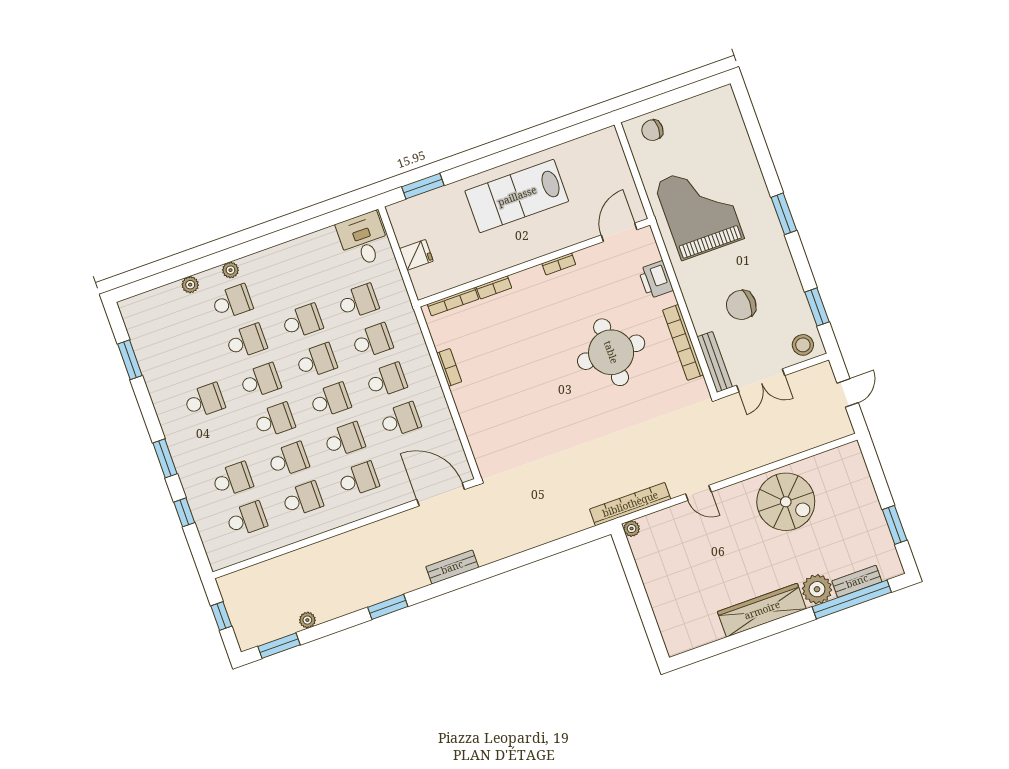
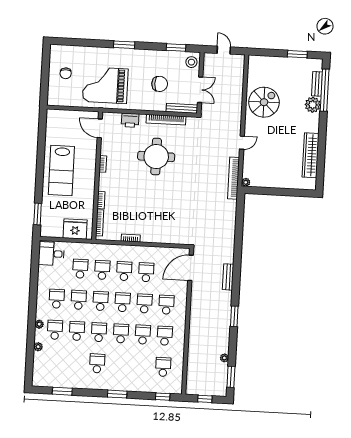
chair: (652, 130) -> (66, 73), moved
fridge: (416, 255) -> (75, 229), width x1.88, depth x1.34
chair: (741, 305) -> (160, 84), turned -90
school desk: (232, 480) -> (57, 299), moved
window: (184, 512) -> (163, 397), moved
wardrobe: (762, 610) -> (311, 155), moved

